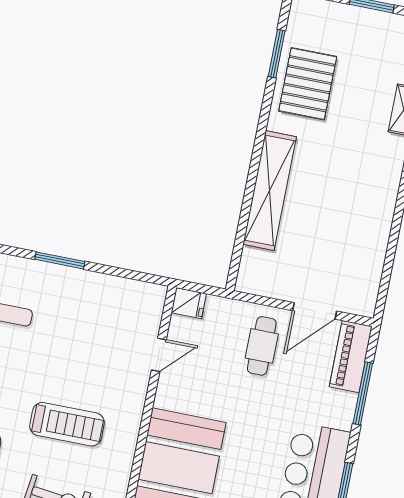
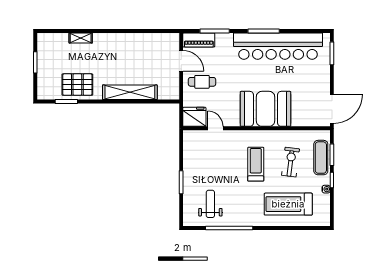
fridge: (189, 303) -> (194, 117), width x1.88, depth x1.34

